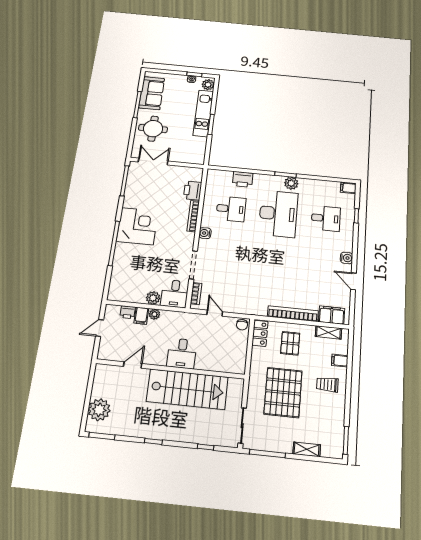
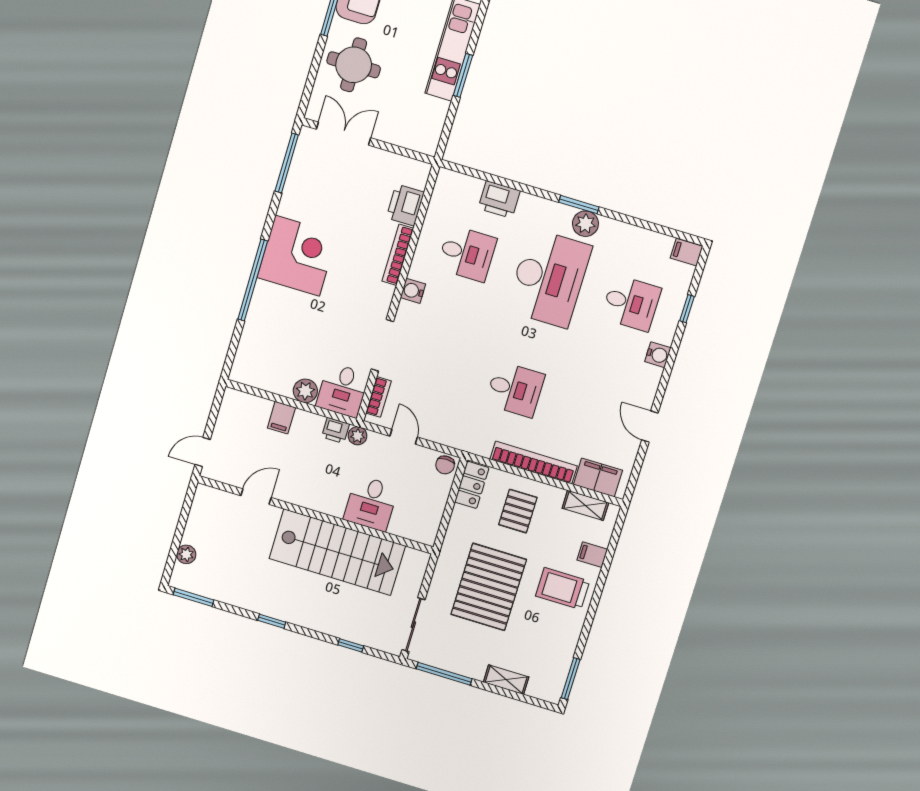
water cooler: (347, 258) -> (658, 355), moved
desk: (273, 275) -> (515, 389), added
printer: (128, 312) -> (336, 430), moved
plant: (154, 314) -> (358, 436), moved
door: (100, 328) -> (203, 452), moved
desk: (182, 353) -> (371, 503), moved
trolley: (327, 384) -> (563, 589), width x1.36, depth x1.39
plant: (99, 410) -> (186, 554), width x0.53, depth x0.53

